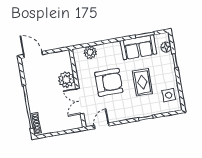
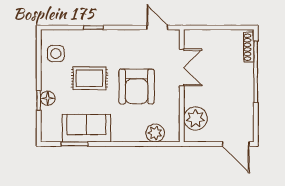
floor lamp: (166, 47) -> (48, 98), moved
plant: (66, 80) -> (195, 118), moved
armchair: (109, 82) -> (137, 86), turned -90
rug: (142, 82) -> (90, 78), turned 90
door: (102, 126) -> (157, 28), swing flipped

